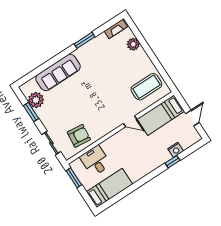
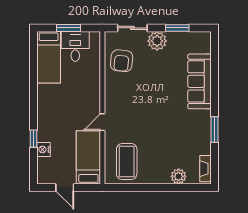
plant: (36, 100) -> (157, 41), moved
desk: (95, 161) -> (75, 46), moved, turned -90
window: (74, 178) -> (68, 28), moved

